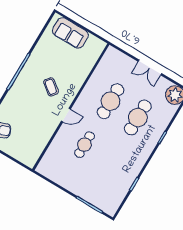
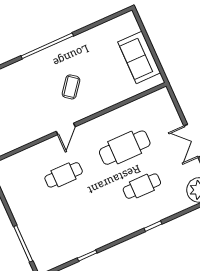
sofa: (70, 33) -> (139, 57), moved
door: (66, 115) -> (66, 129), hinge flipped
cafe table: (138, 118) -> (142, 186), width x0.73, depth x0.74

